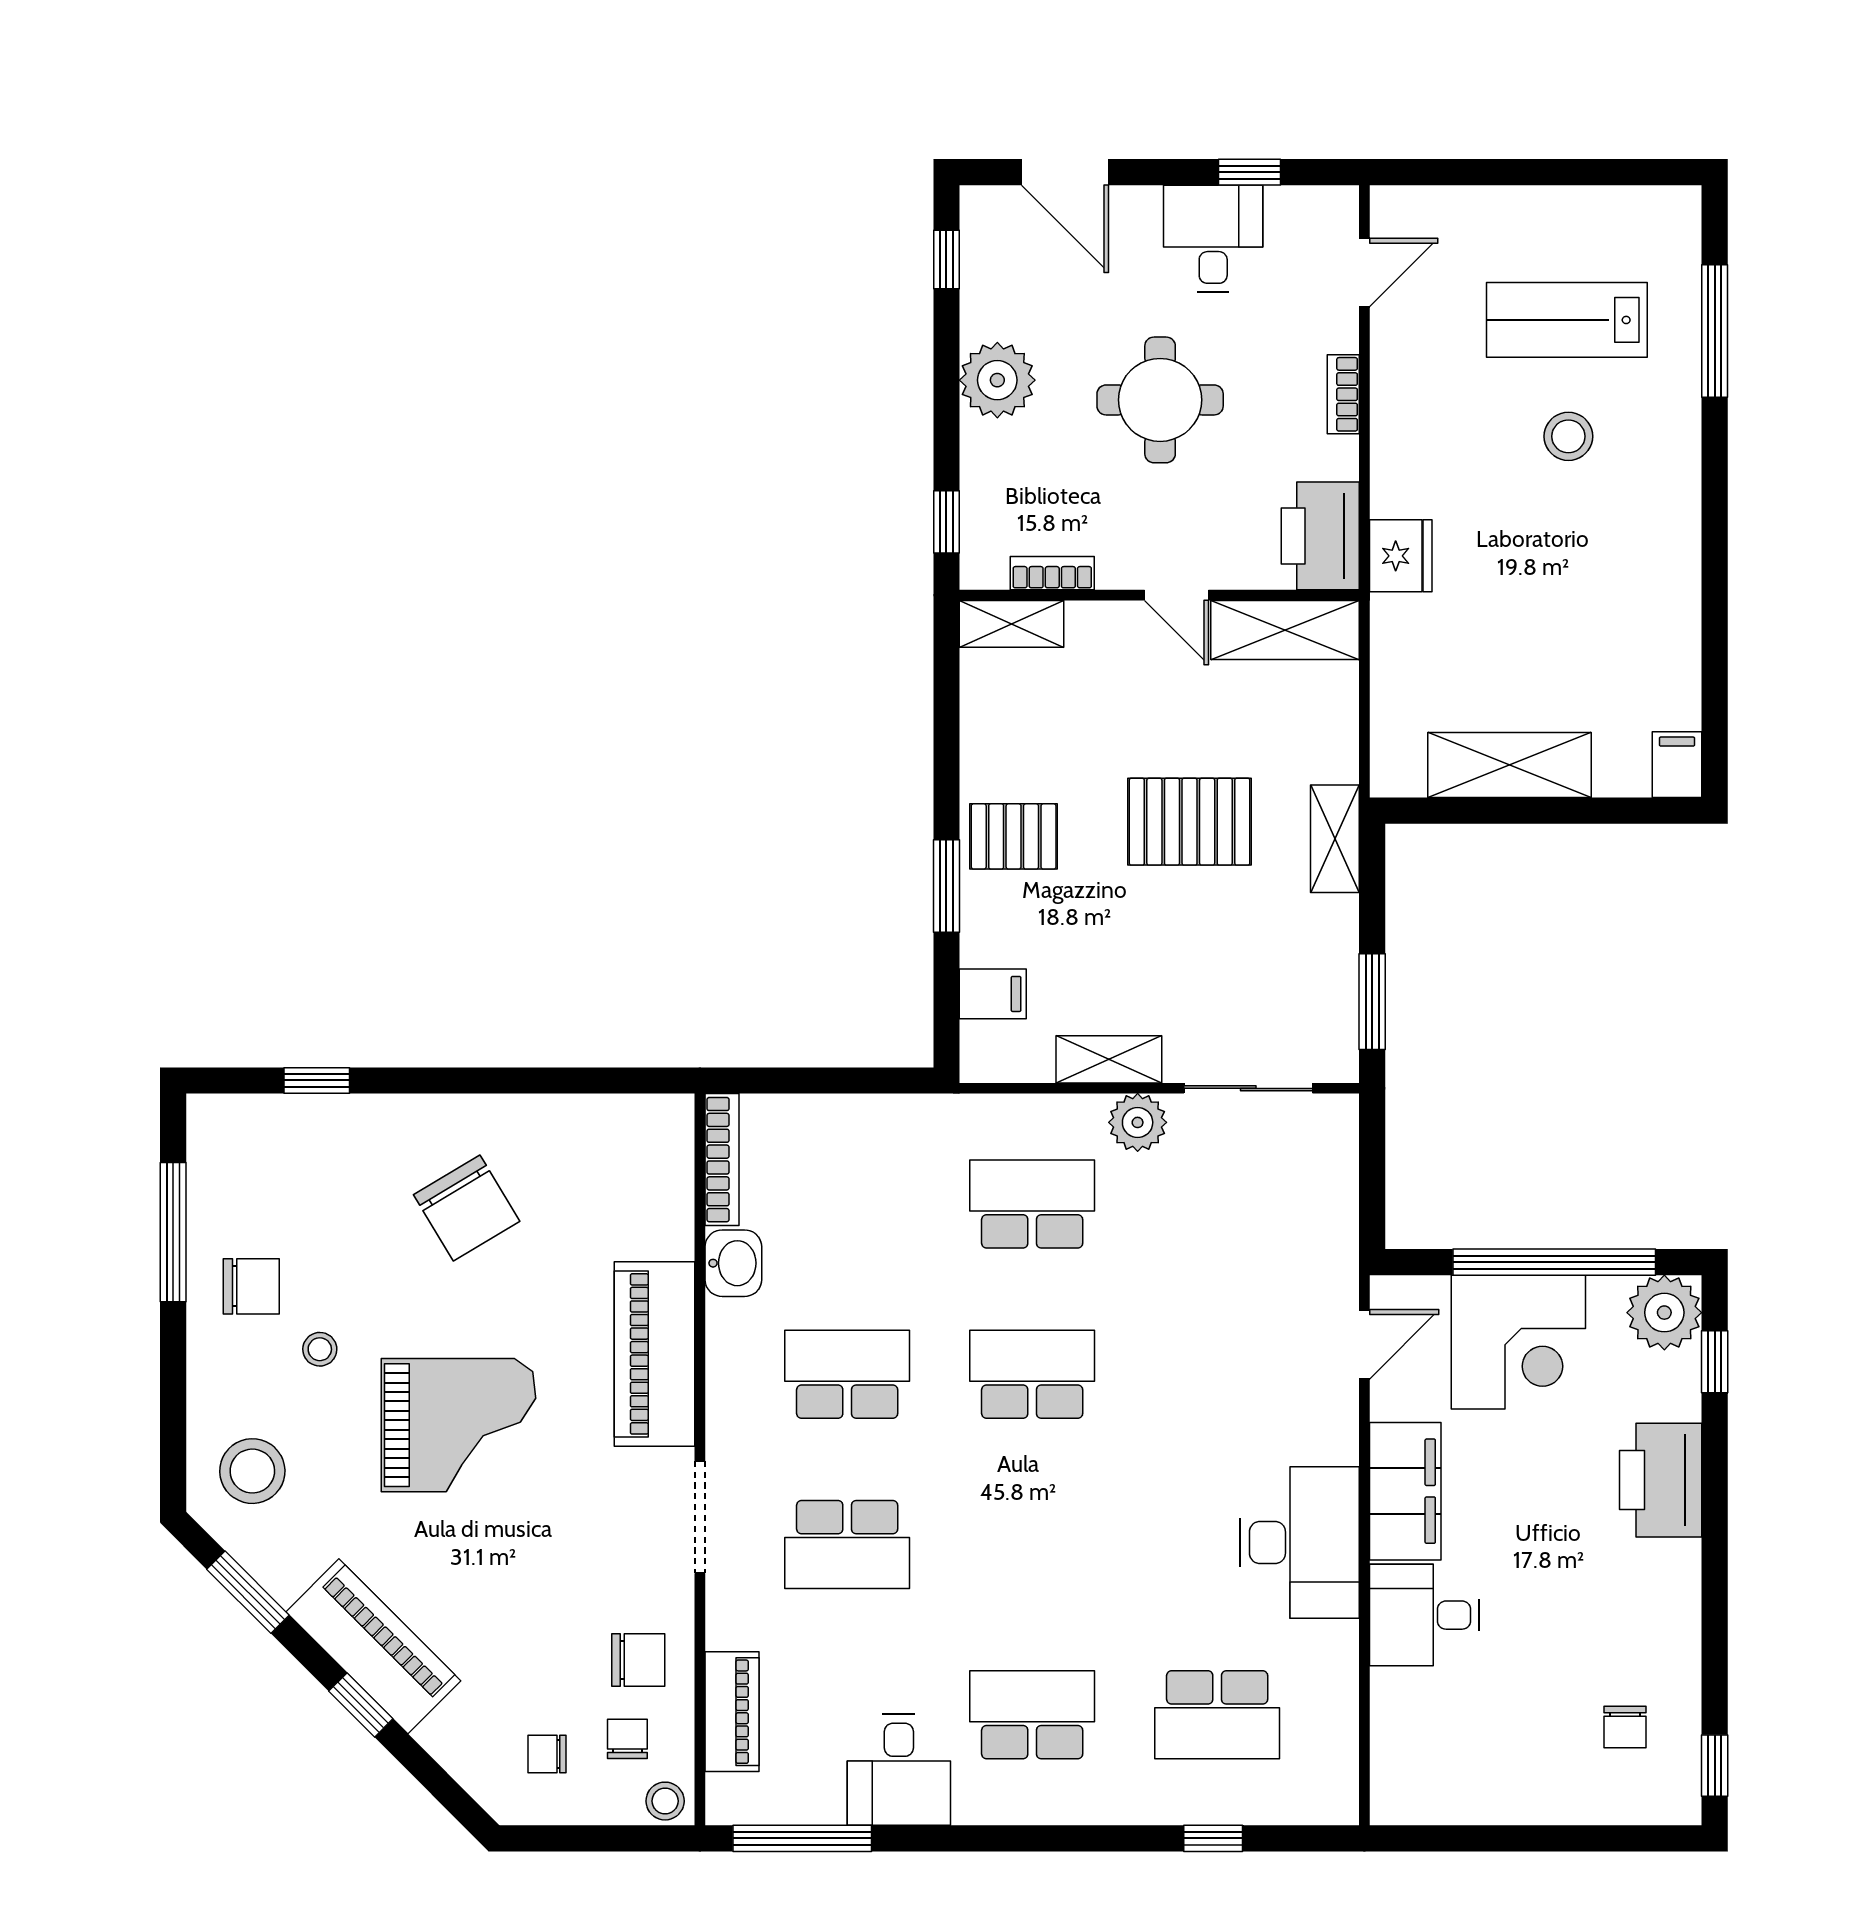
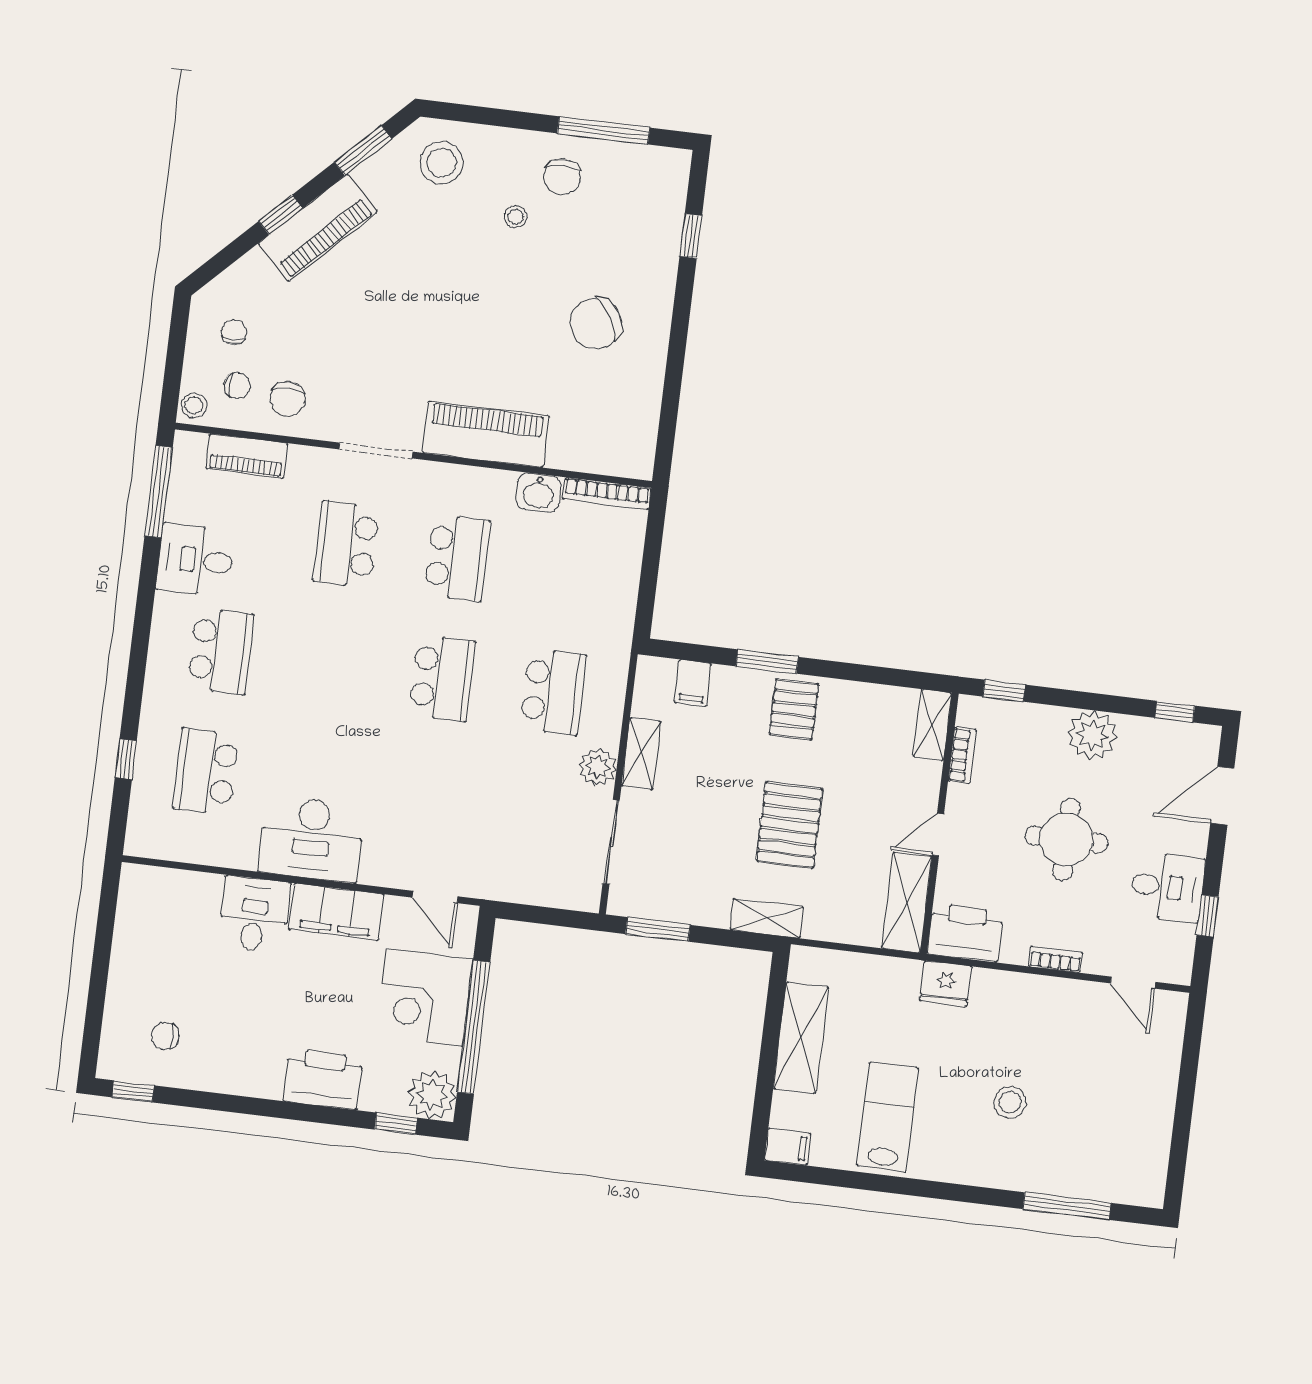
lab bench: (1567, 320) -> (888, 1117), moved
grand piano: (459, 1425) -> (455, 301), removed

